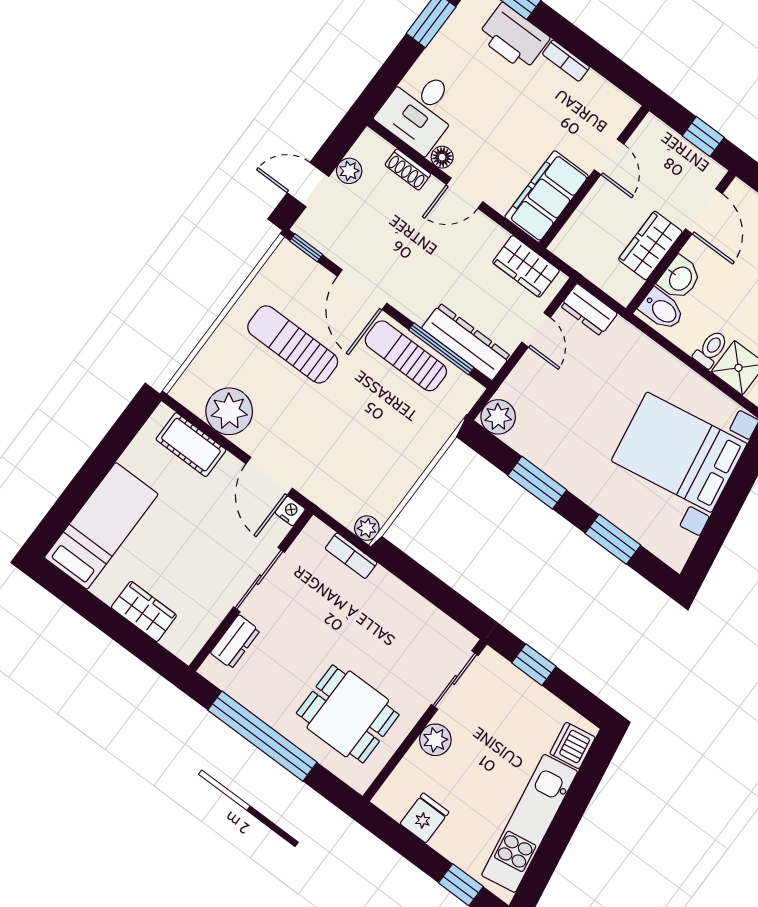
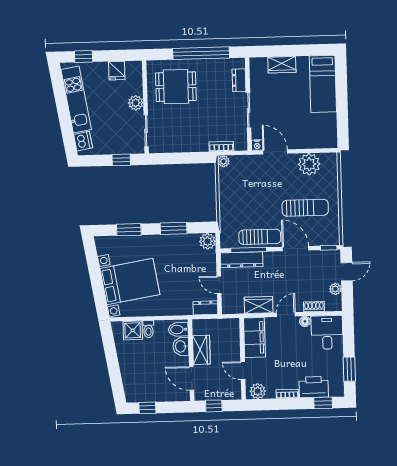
plant: (611, 104) -> (258, 391), added
wardrobe: (526, 266) -> (259, 305), moved
cot: (191, 445) -> (314, 141), removed

